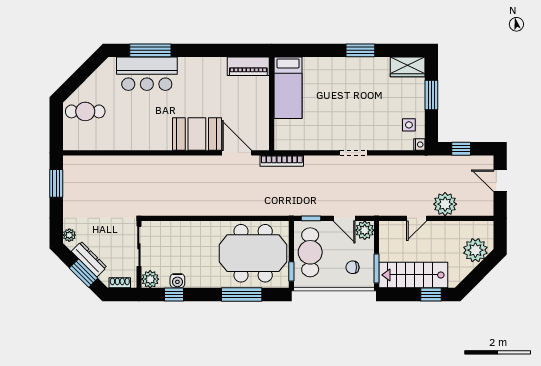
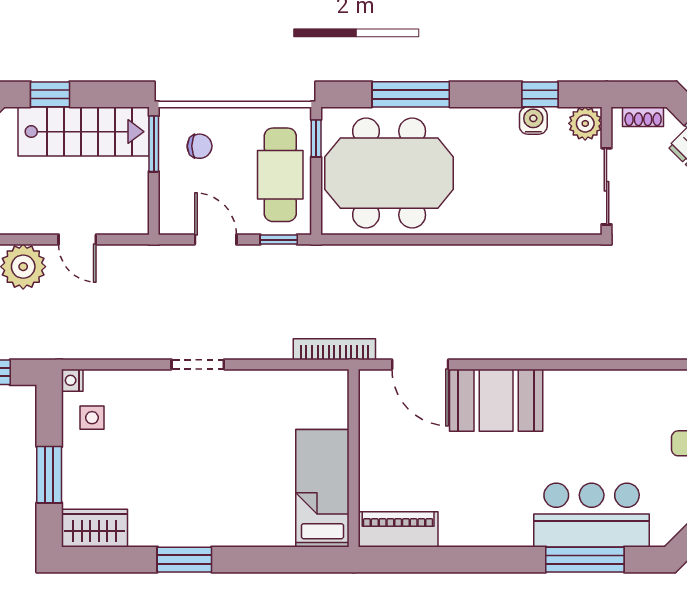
door: (417, 218) -> (77, 240), swing flipped
plant: (365, 230) -> (176, 217), removed

